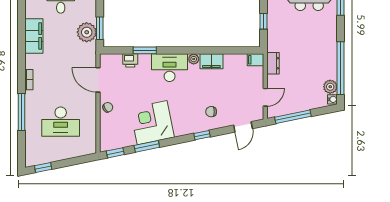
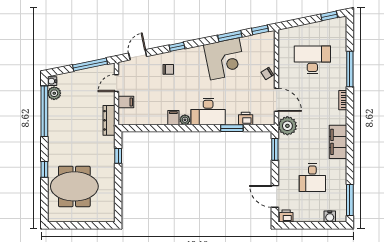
plant: (87, 32) -> (287, 126), moved
filing cabinet: (255, 60) -> (126, 102), moved
filing cabinet: (211, 61) -> (173, 118), width x0.50
dresser: (273, 63) -> (109, 120), width x1.44

